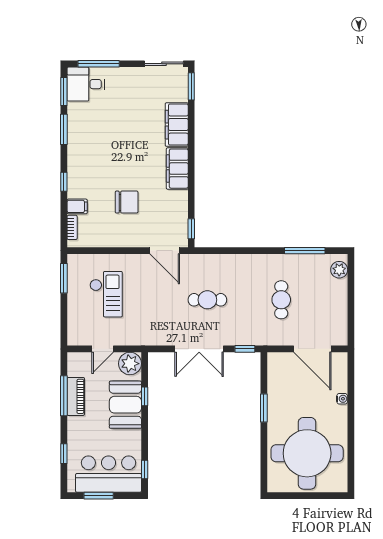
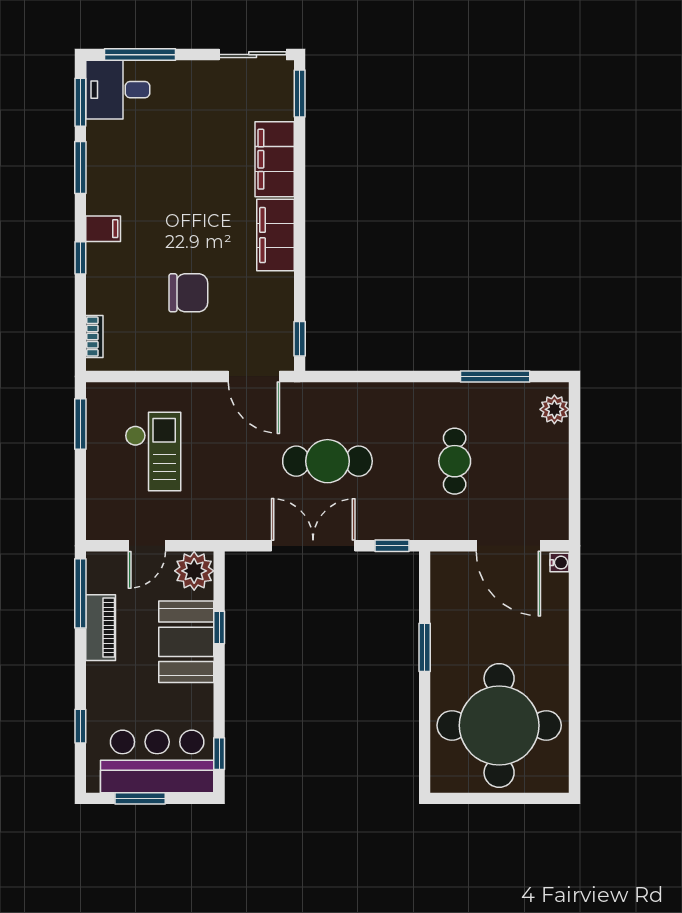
filing cabinet: (77, 206) -> (103, 229), moved
cafe table: (207, 300) -> (327, 461), width x1.37, depth x1.35
double door: (199, 349) -> (313, 546), swing flipped
window: (64, 396) -> (80, 593), moved
water cooler: (342, 399) -> (559, 563), moved

